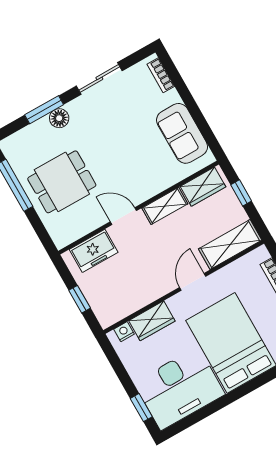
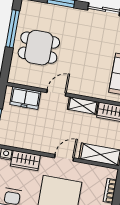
floor lamp: (59, 118) -> (65, 13), removed
door: (123, 216) -> (56, 93), hinge flipped

